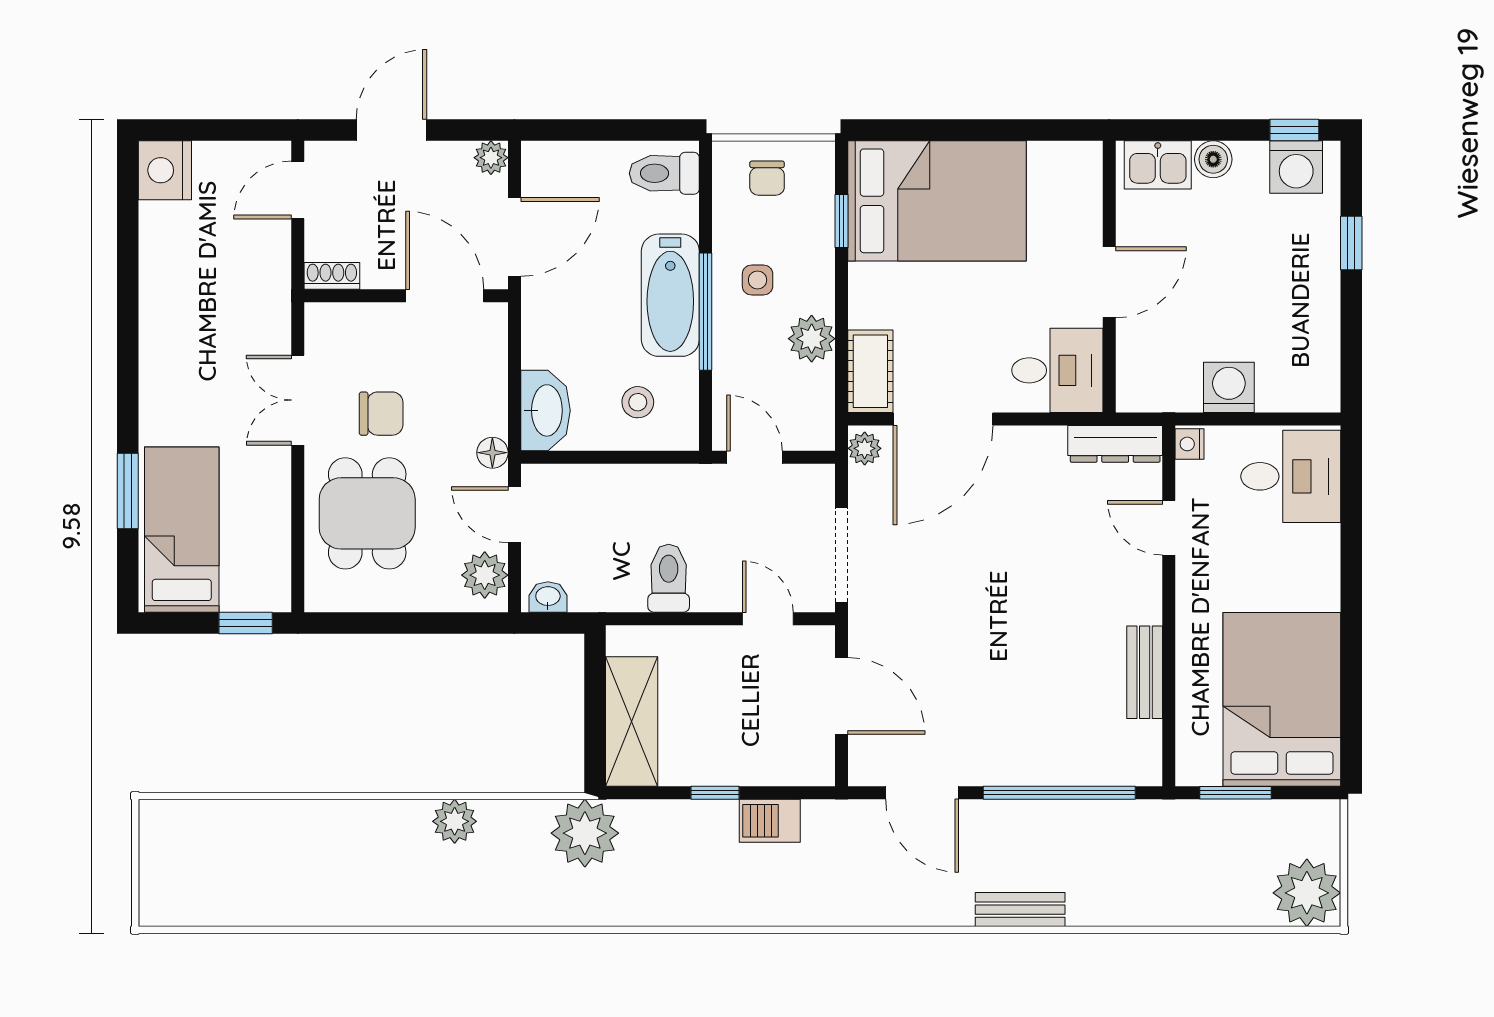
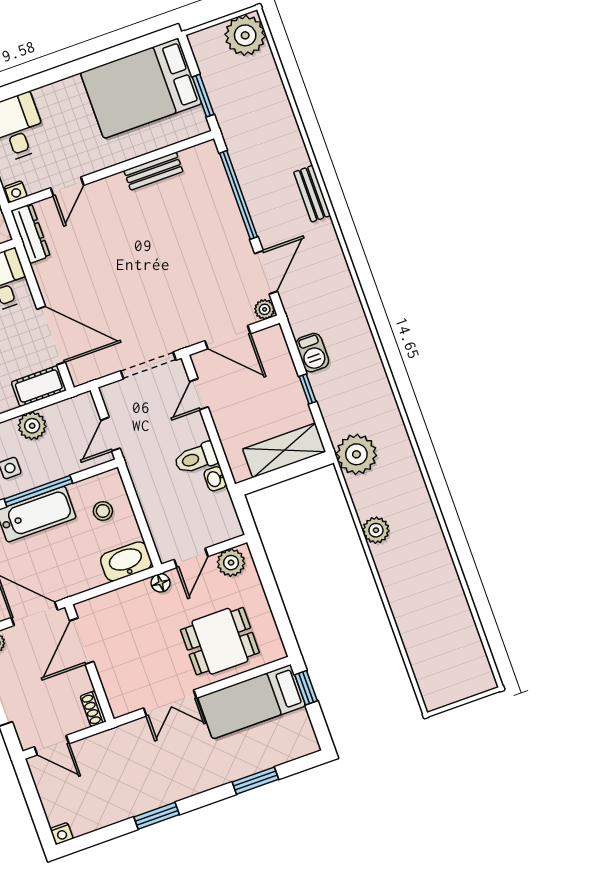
nightstand: (165, 170) -> (62, 834), width x0.53, depth x0.56
window: (128, 316) -> (157, 816), added
chair: (381, 414) -> (161, 653), removed
plant: (865, 448) -> (265, 309), moved
bed: (182, 530) -> (252, 702), moved
washbasin: (548, 597) -> (215, 479), moved
door: (842, 696) -> (228, 337), swing flipped

